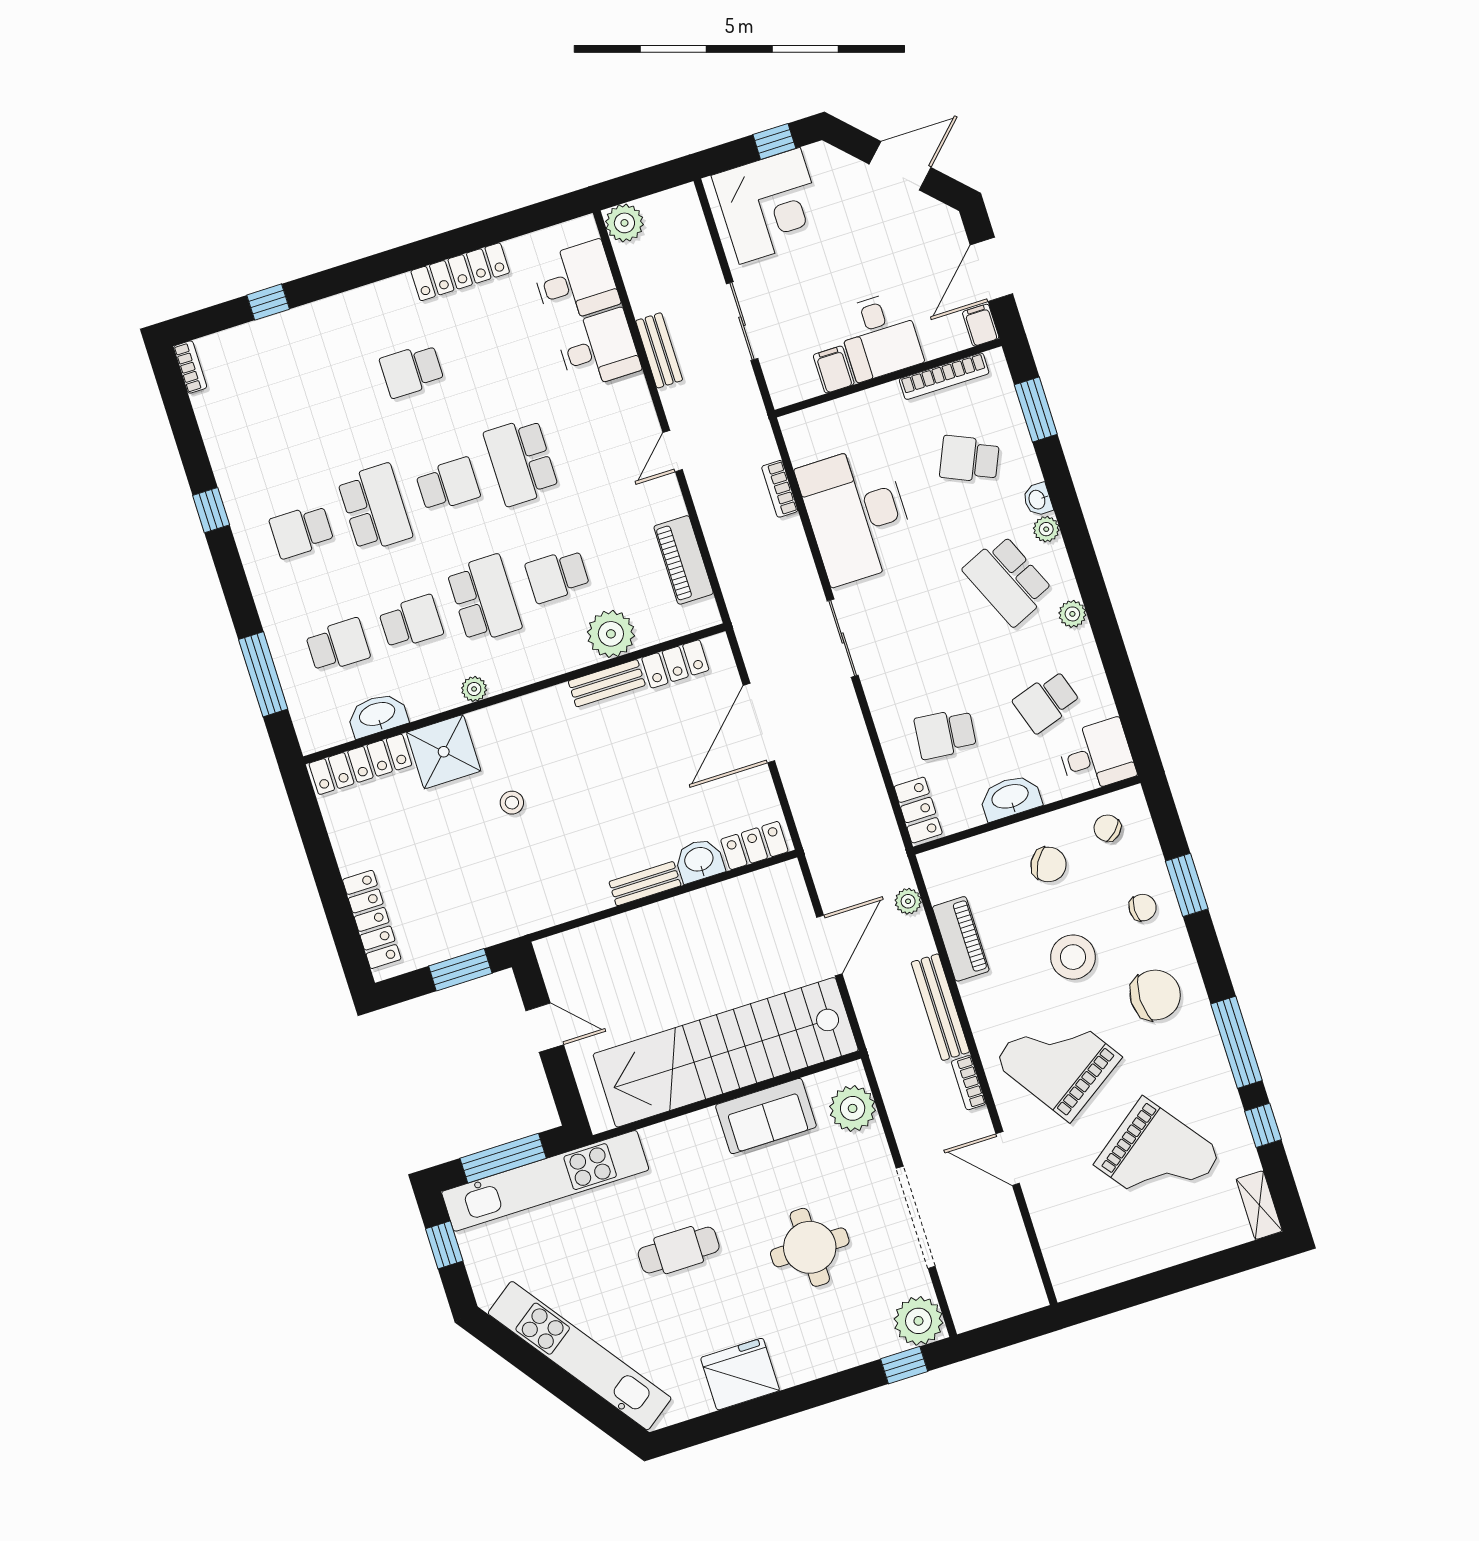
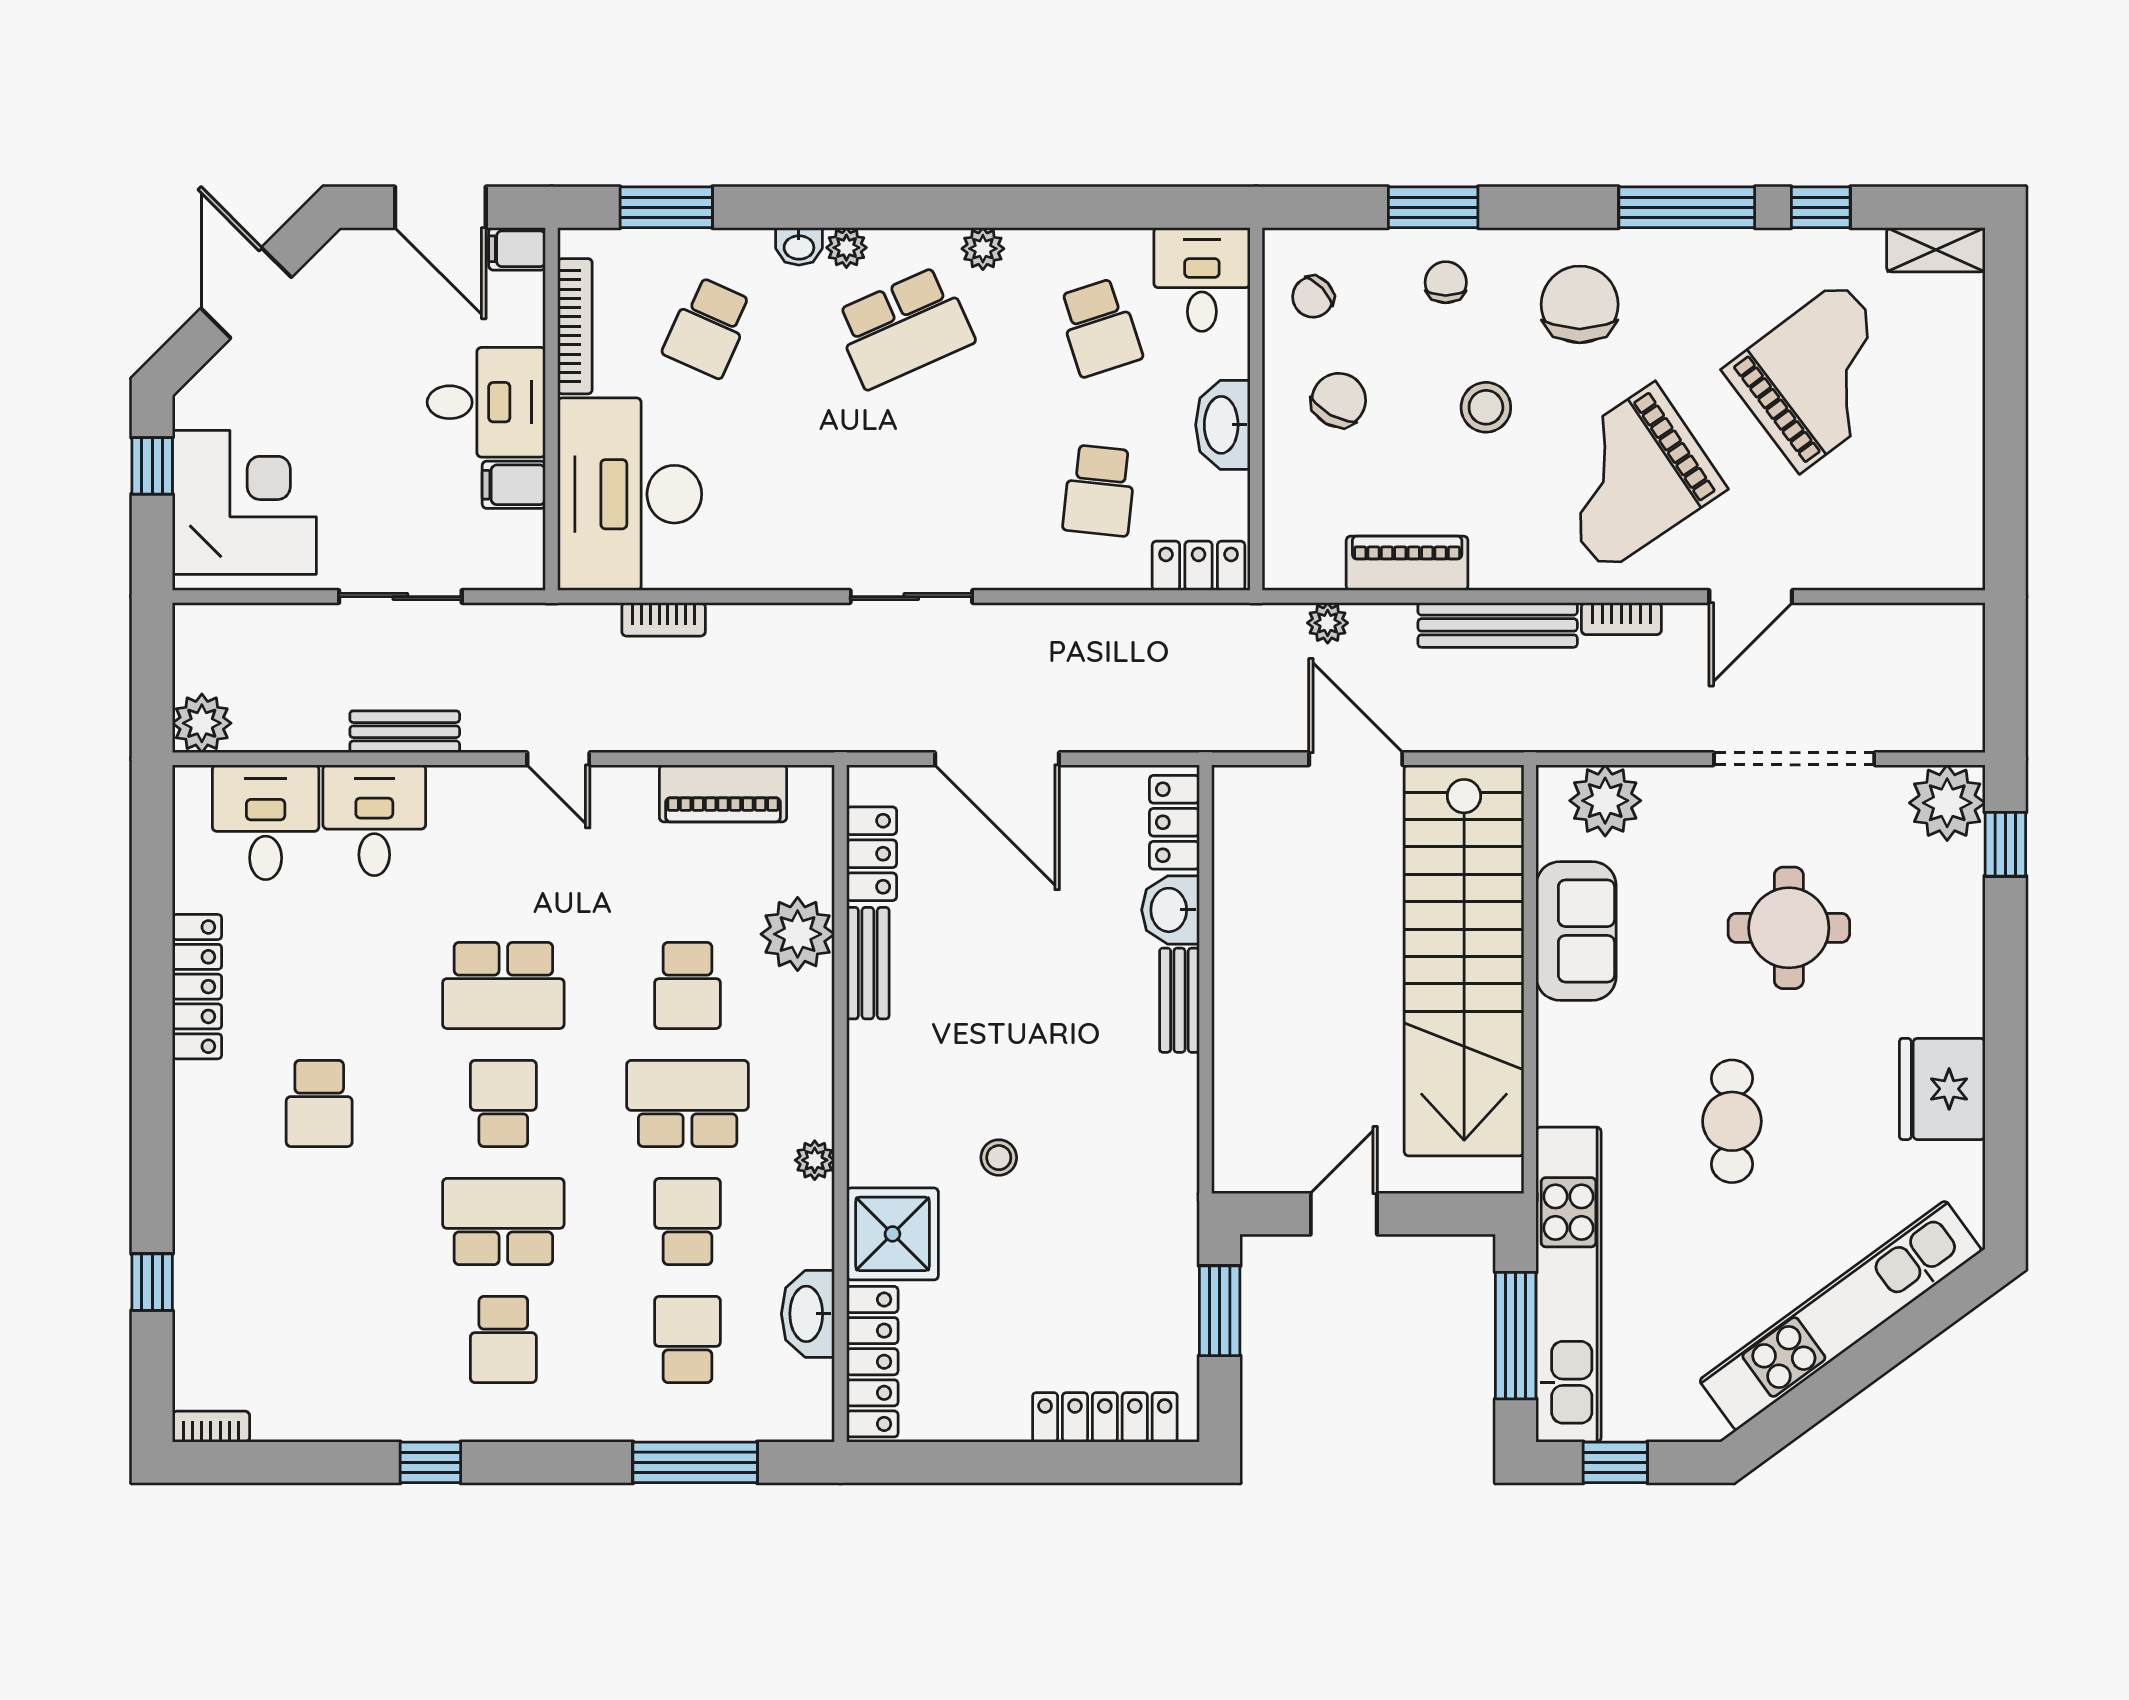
desk: (857, 515) -> (630, 494), moved, turned 90
stool: (1073, 957) -> (1486, 407), width x0.73, depth x0.73

